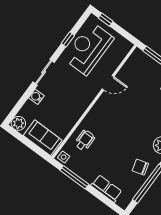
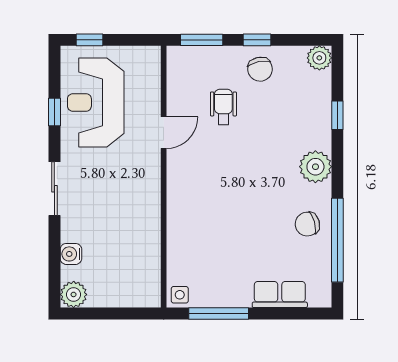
water cooler: (36, 97) -> (71, 254), moved
sofa: (43, 138) -> (126, 289), removed
wheelchair: (85, 140) -> (223, 107), moved

